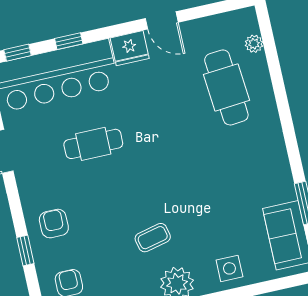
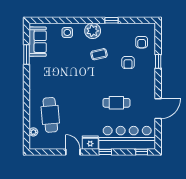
window: (69, 41) -> (105, 152), moved
armchair: (54, 224) -> (128, 63), moved

